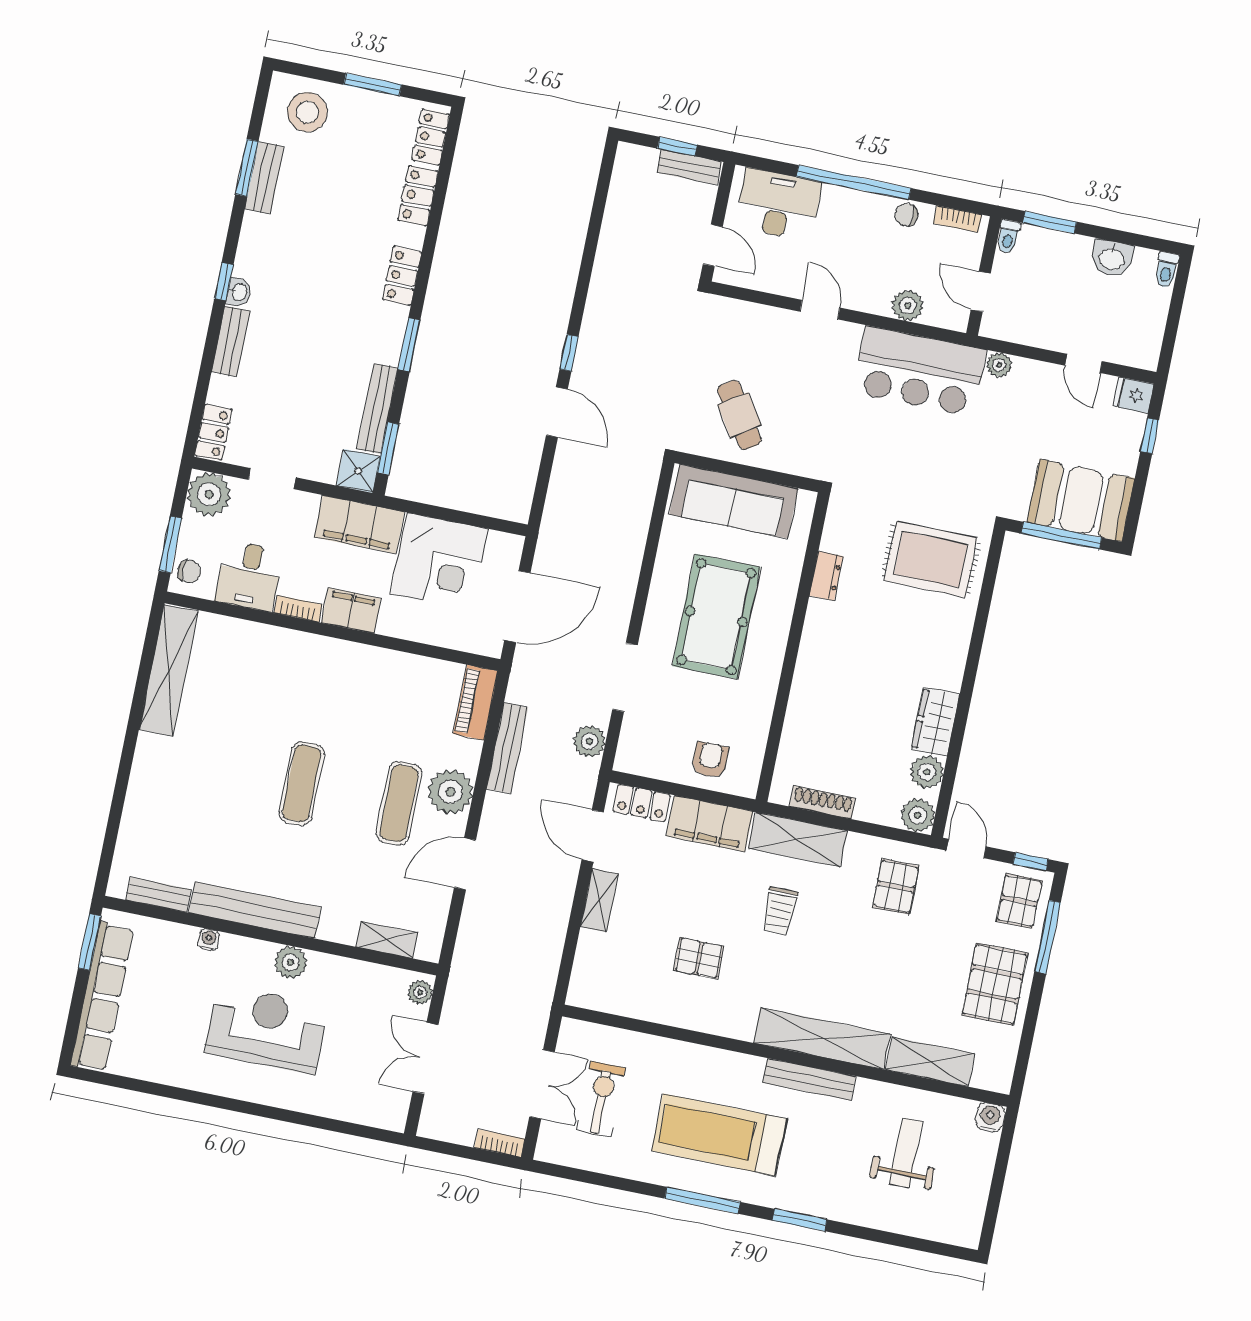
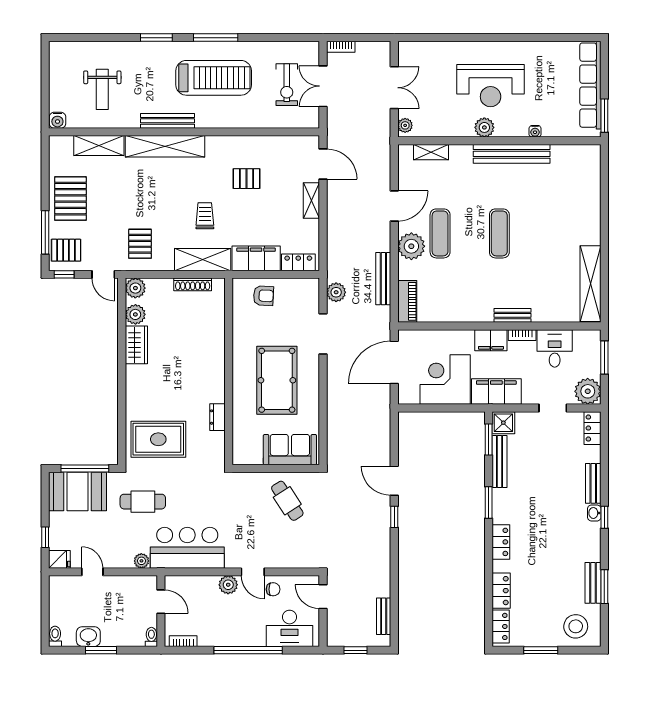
bench: (689, 167) -> (384, 616), moved, turned 90
chair: (906, 215) -> (273, 589), moved
window: (1050, 222) -> (101, 650), moved
plant: (908, 305) -> (228, 585), moved
cafe table: (977, 462) -> (143, 502), added
sofa: (734, 501) -> (290, 450), width x0.73
chair: (189, 571) -> (590, 344), removed
armchair: (710, 760) -> (263, 296), turned -87
door: (593, 836) -> (323, 164), moved
bench: (159, 895) -> (512, 315), moved
pallet: (1019, 901) -> (66, 250), turned 90

